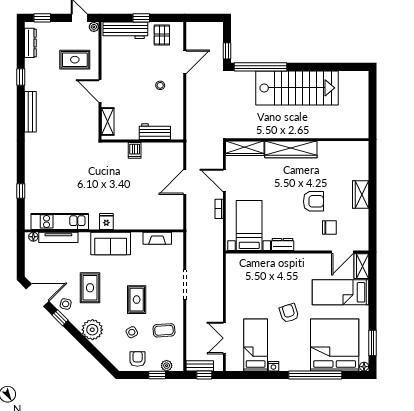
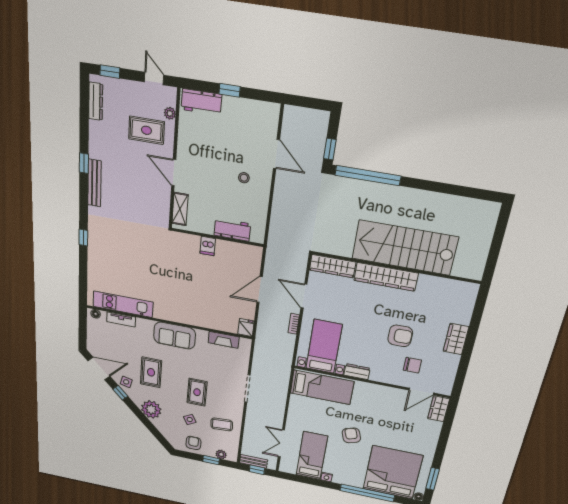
plant: (94, 27) -> (170, 113), moved
workbench: (125, 30) -> (201, 102), width x0.73
pallet: (162, 35) -> (253, 116), removed
door: (185, 62) -> (276, 154), hinge flipped
window: (21, 77) -> (84, 163), moved
stairs: (297, 88) -> (405, 248), moved, turned 180
window: (21, 191) -> (83, 238), moved
fridge: (106, 221) -> (246, 328), moved
tv unit: (58, 237) -> (121, 319), width x0.71
bed: (341, 292) -> (322, 387), moved, turned 180

